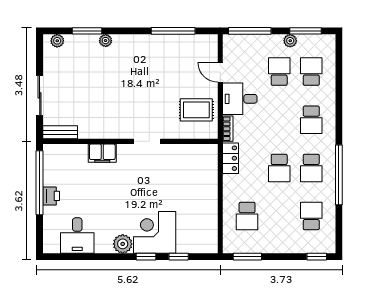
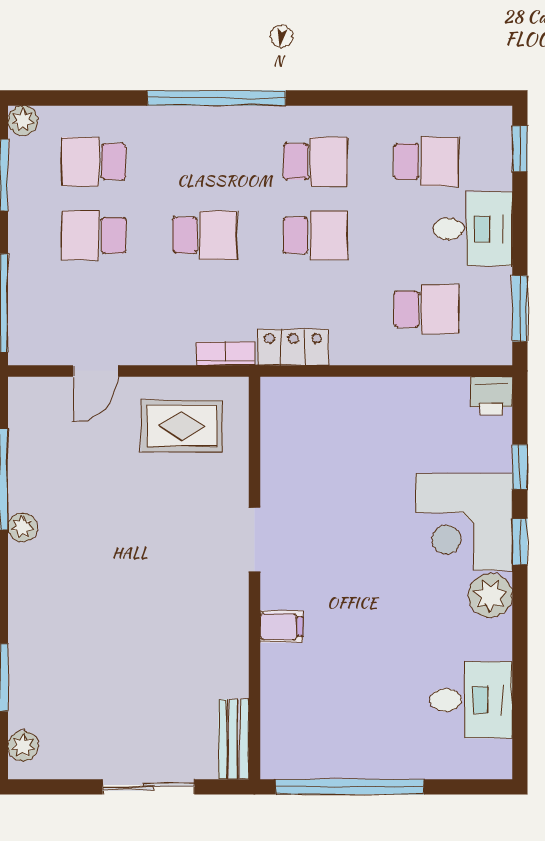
plant: (106, 41) -> (22, 527), moved
plant: (290, 41) -> (23, 120), moved
desk: (240, 99) -> (473, 229), moved, turned -90
rug: (196, 110) -> (182, 426), turned 90
school desk: (311, 120) -> (205, 235), moved
filing cabinet: (102, 153) -> (281, 626), width x0.50
window: (339, 175) -> (217, 98), moved
printer: (51, 196) -> (491, 396), moved, turned 180
school desk: (311, 216) -> (426, 162), turned 180

